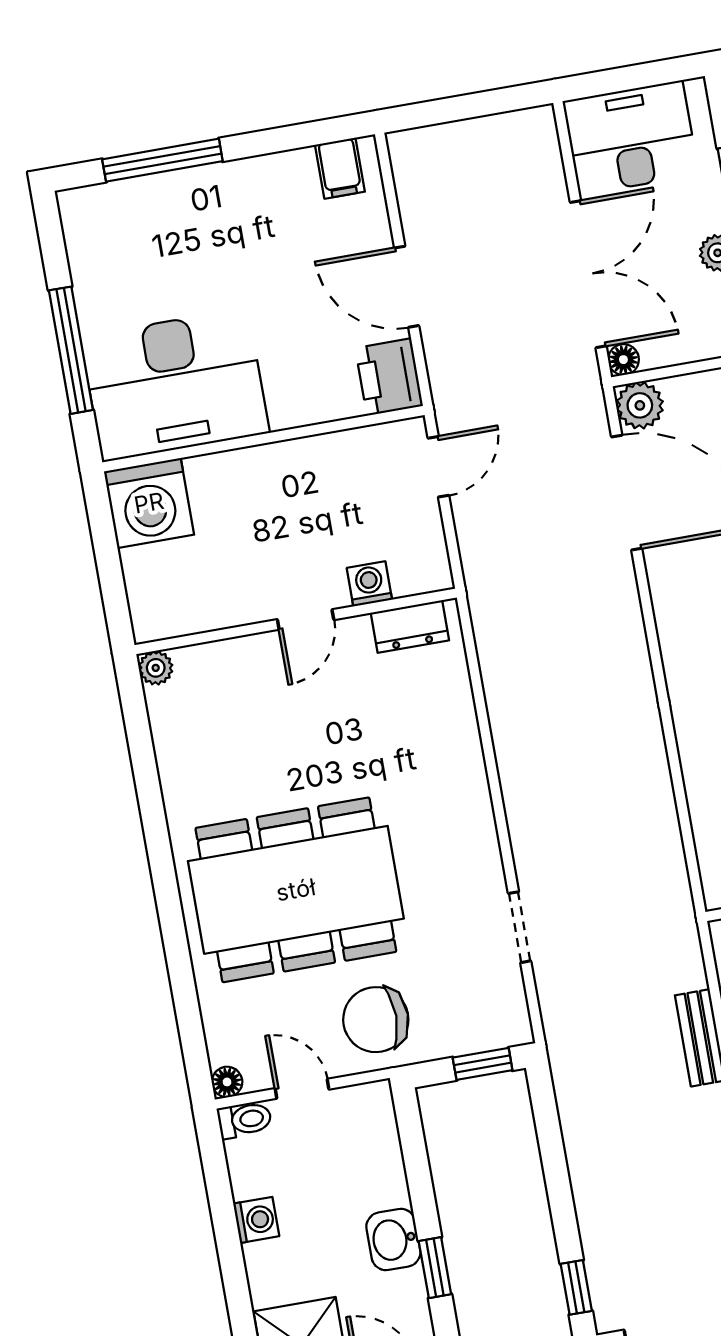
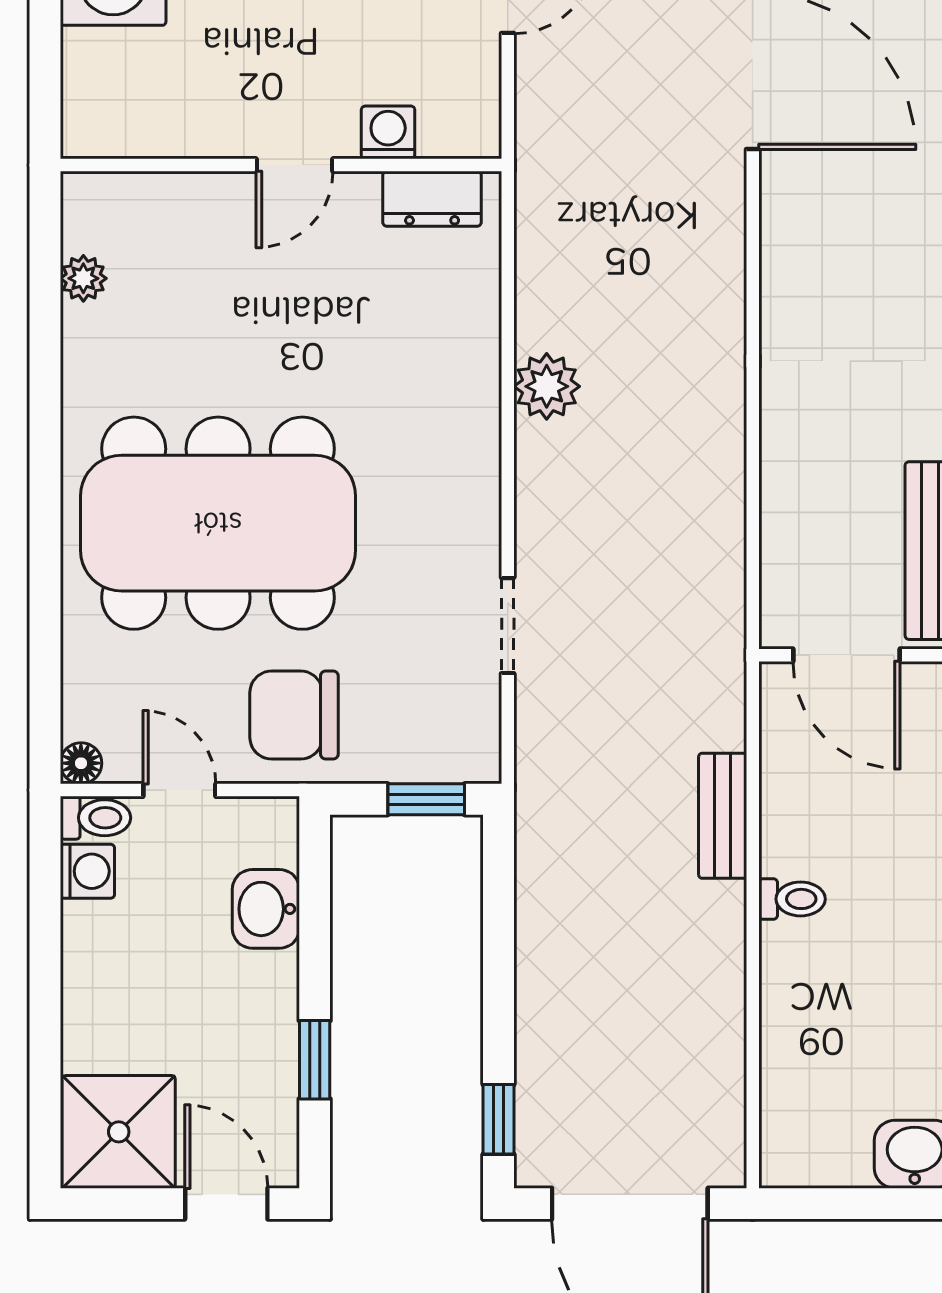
plant: (156, 668) -> (83, 278), moved
plant: (517, 748) -> (547, 386), added
washing machine: (256, 1220) -> (87, 871), moved
washbasin: (393, 1239) -> (266, 909), moved

